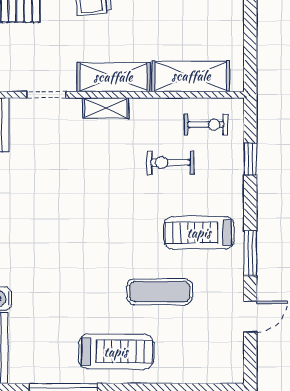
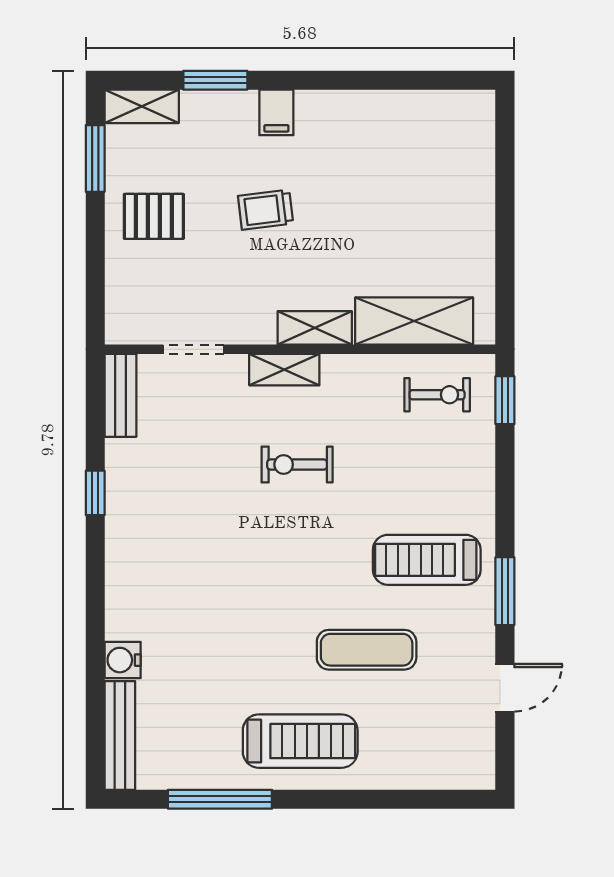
shelving: (113, 77) -> (315, 328), width x0.67, depth x0.75
window: (250, 159) -> (505, 400), moved
exercise bike: (170, 163) -> (297, 465), moved

